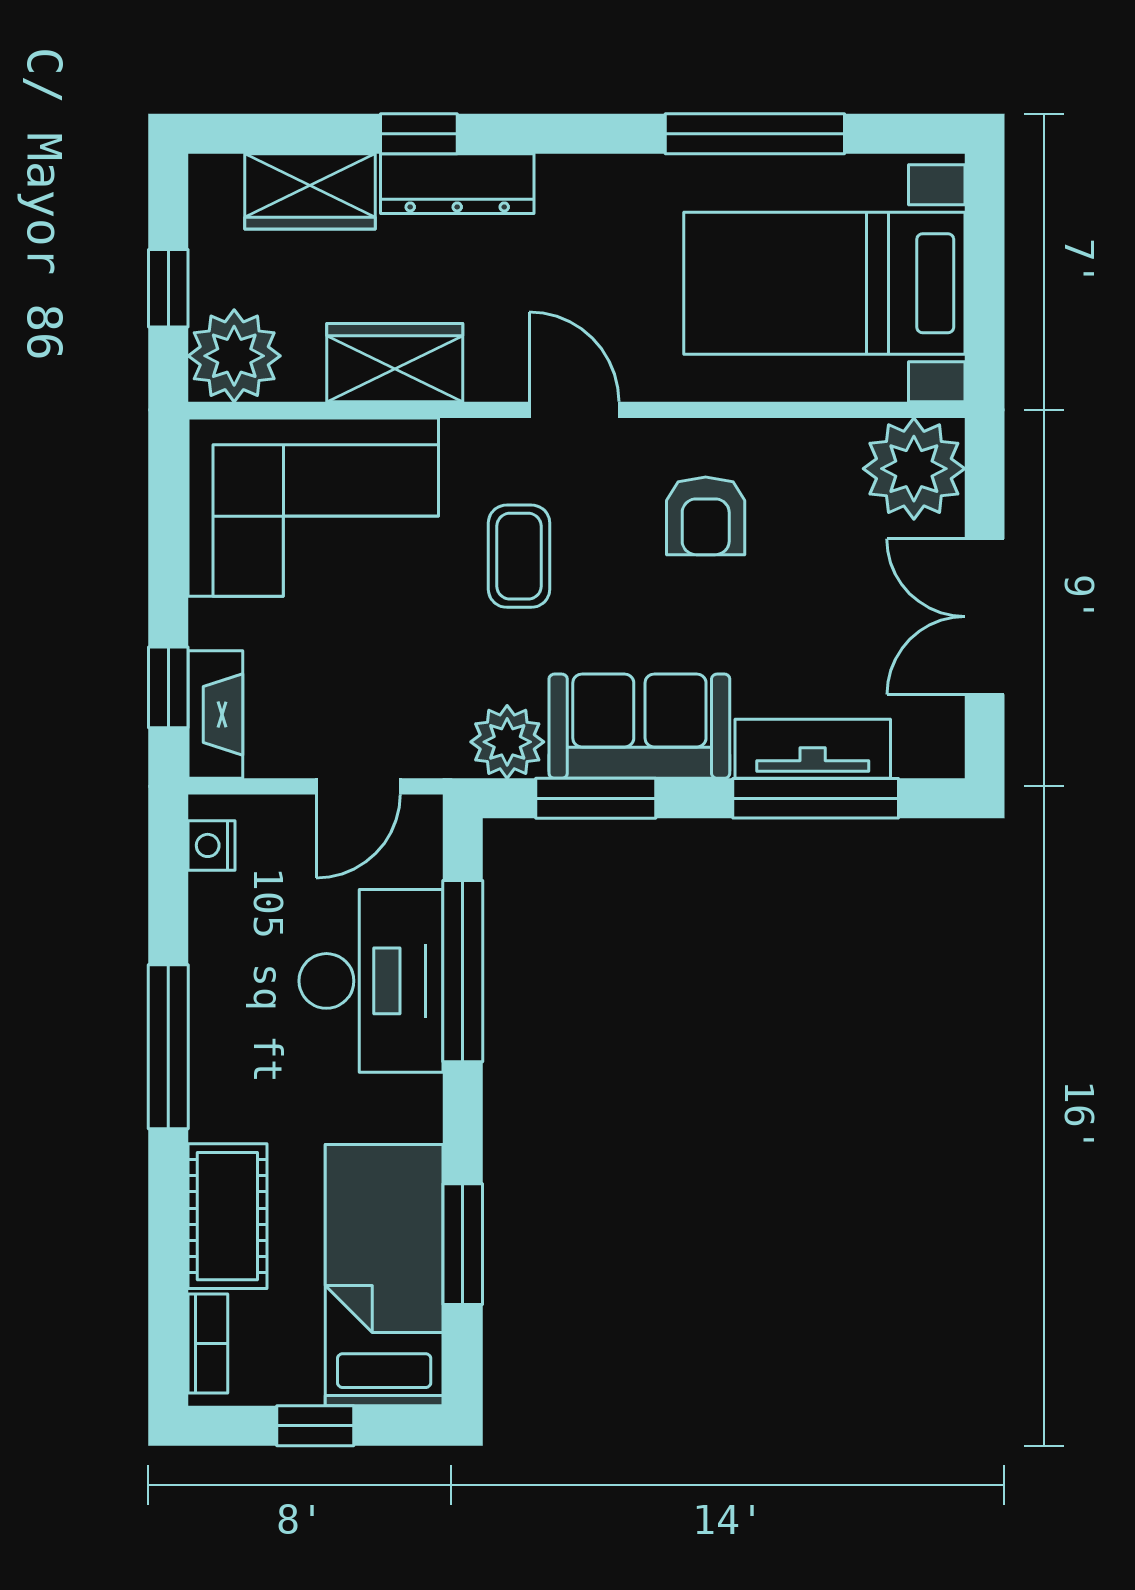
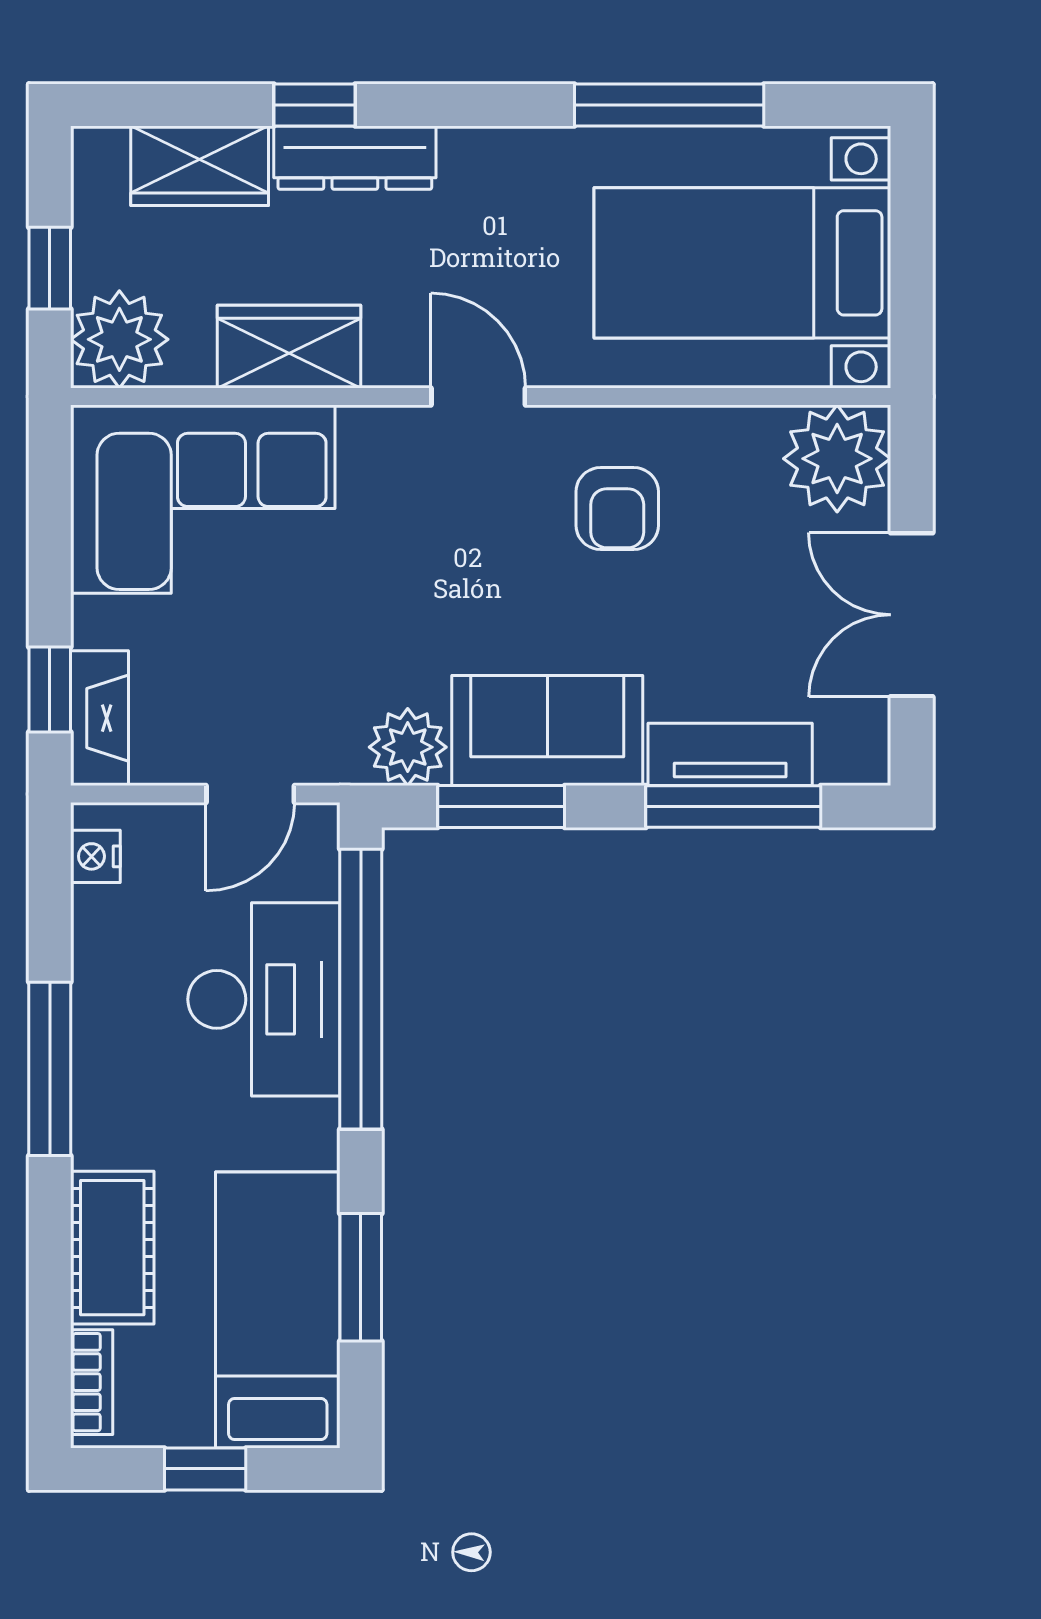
coffee table: (519, 556) -> (420, 551), removed
window: (463, 971) -> (361, 989), width x1.46

